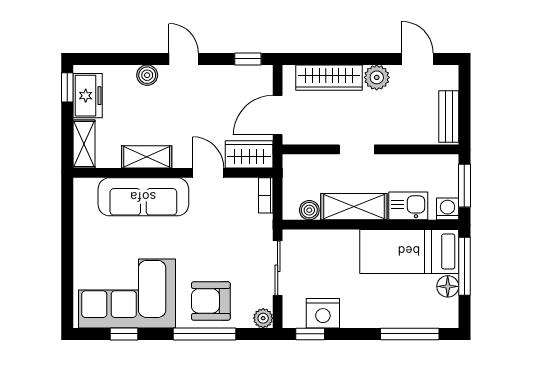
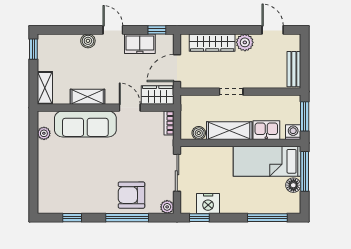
freezer: (88, 96) -> (140, 44), moved, turned 90
plant: (83, 210) -> (44, 133), added
corner sofa: (127, 293) -> (74, 190), removed

